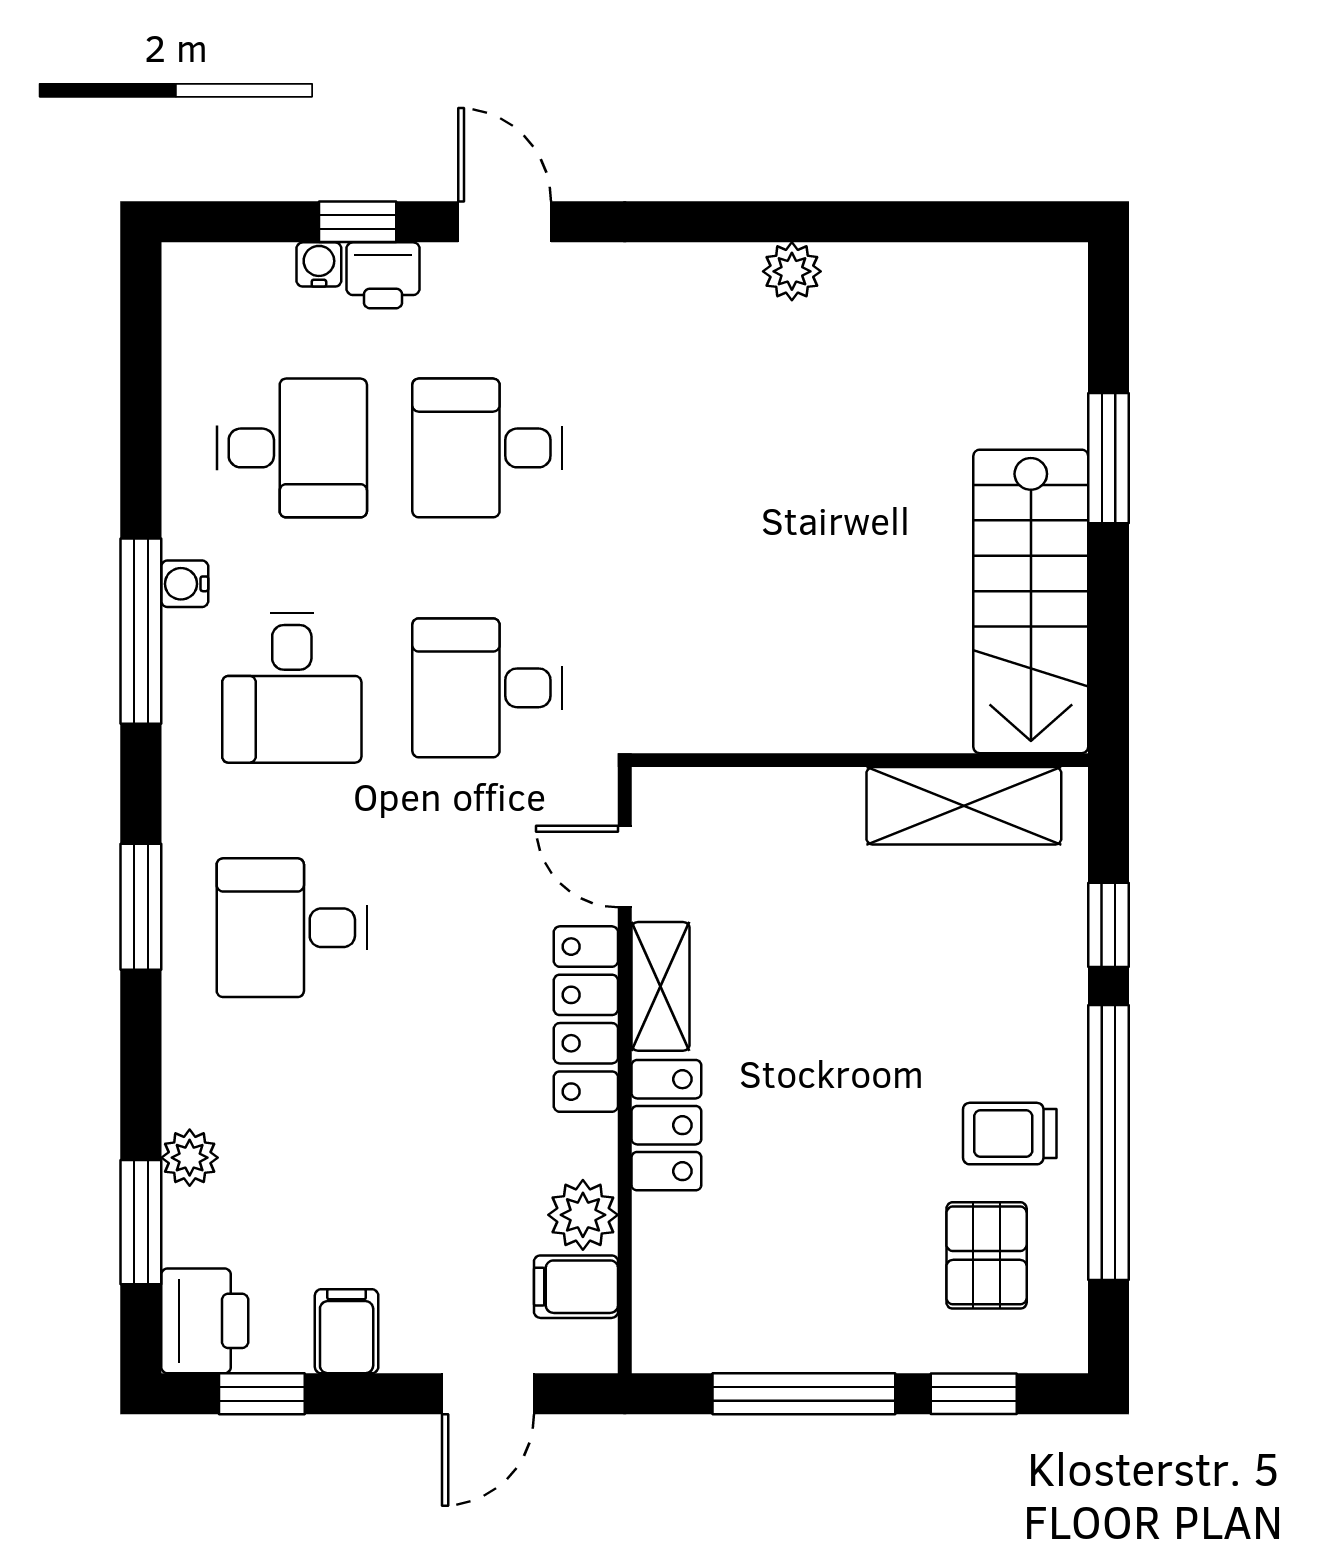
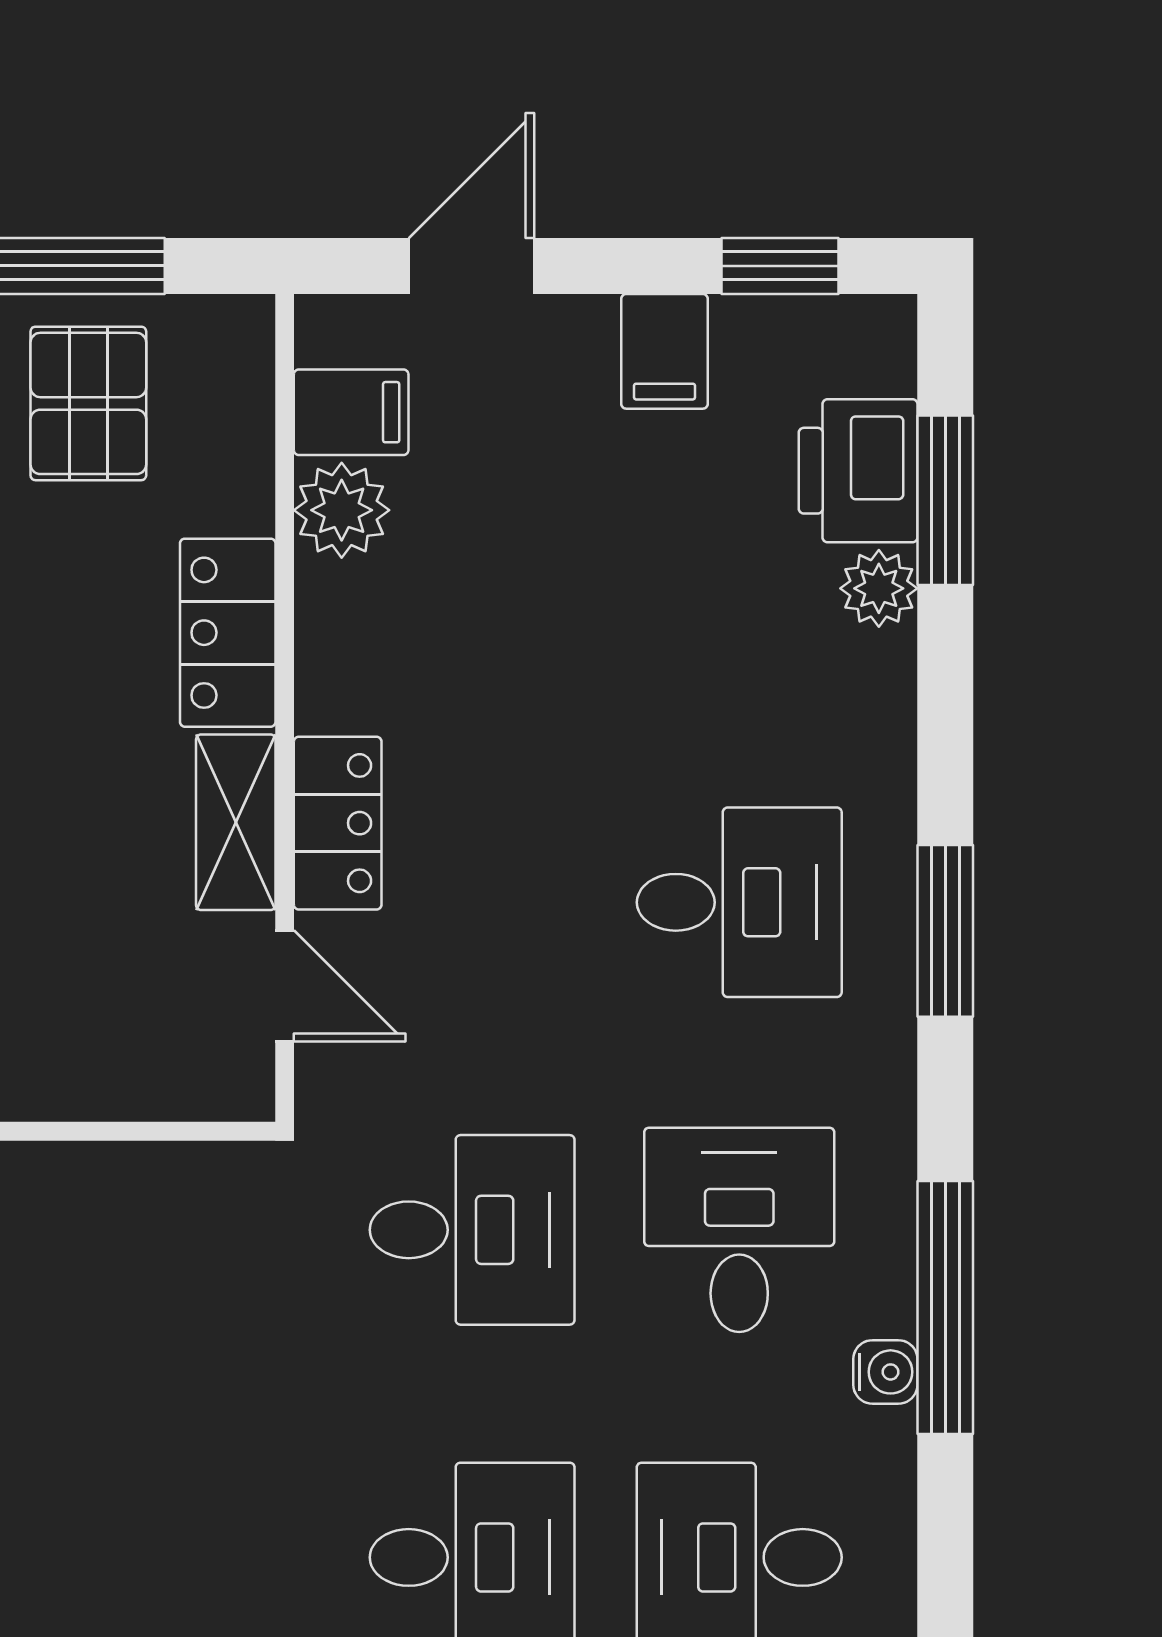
locker: (586, 1019) -> (338, 823), width x0.66
pallet: (768, 1293) -> (88, 403), added
printer: (205, 1321) -> (858, 471), moved

